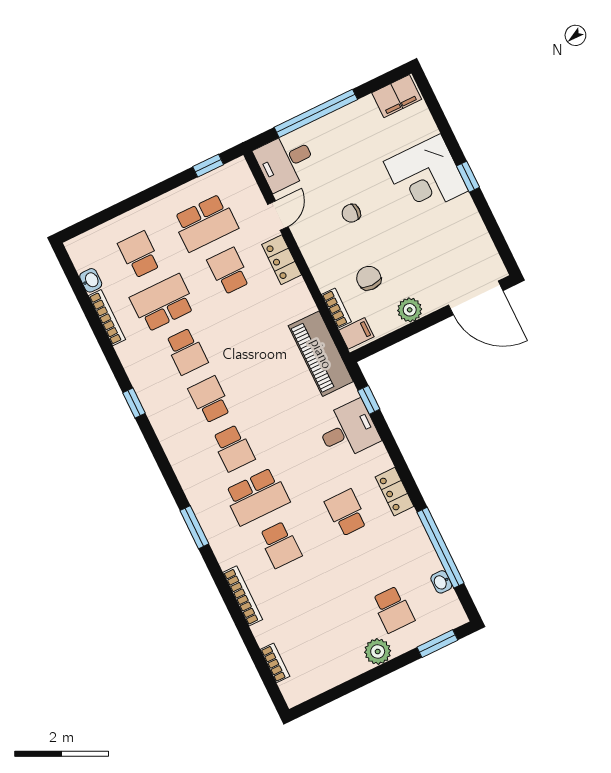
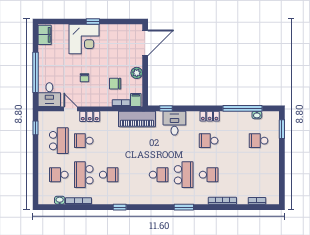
school desk: (210, 400) -> (134, 175), removed
school desk: (393, 609) -> (259, 141), turned 180
plant: (378, 651) -> (273, 156), removed

